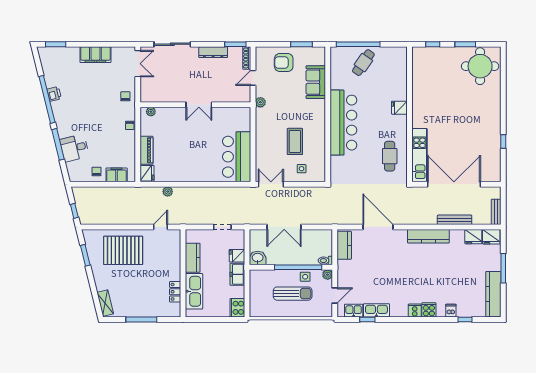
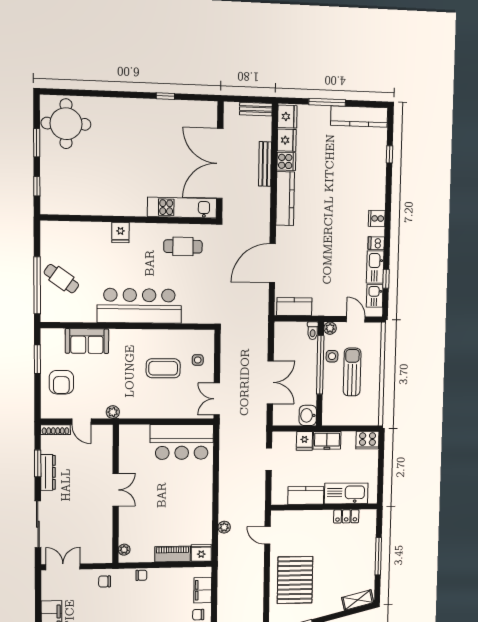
window: (235, 44) -> (38, 463), moved
cooker: (429, 310) -> (286, 161), moved, turned 180
dishwasher: (451, 311) -> (376, 243), moved

